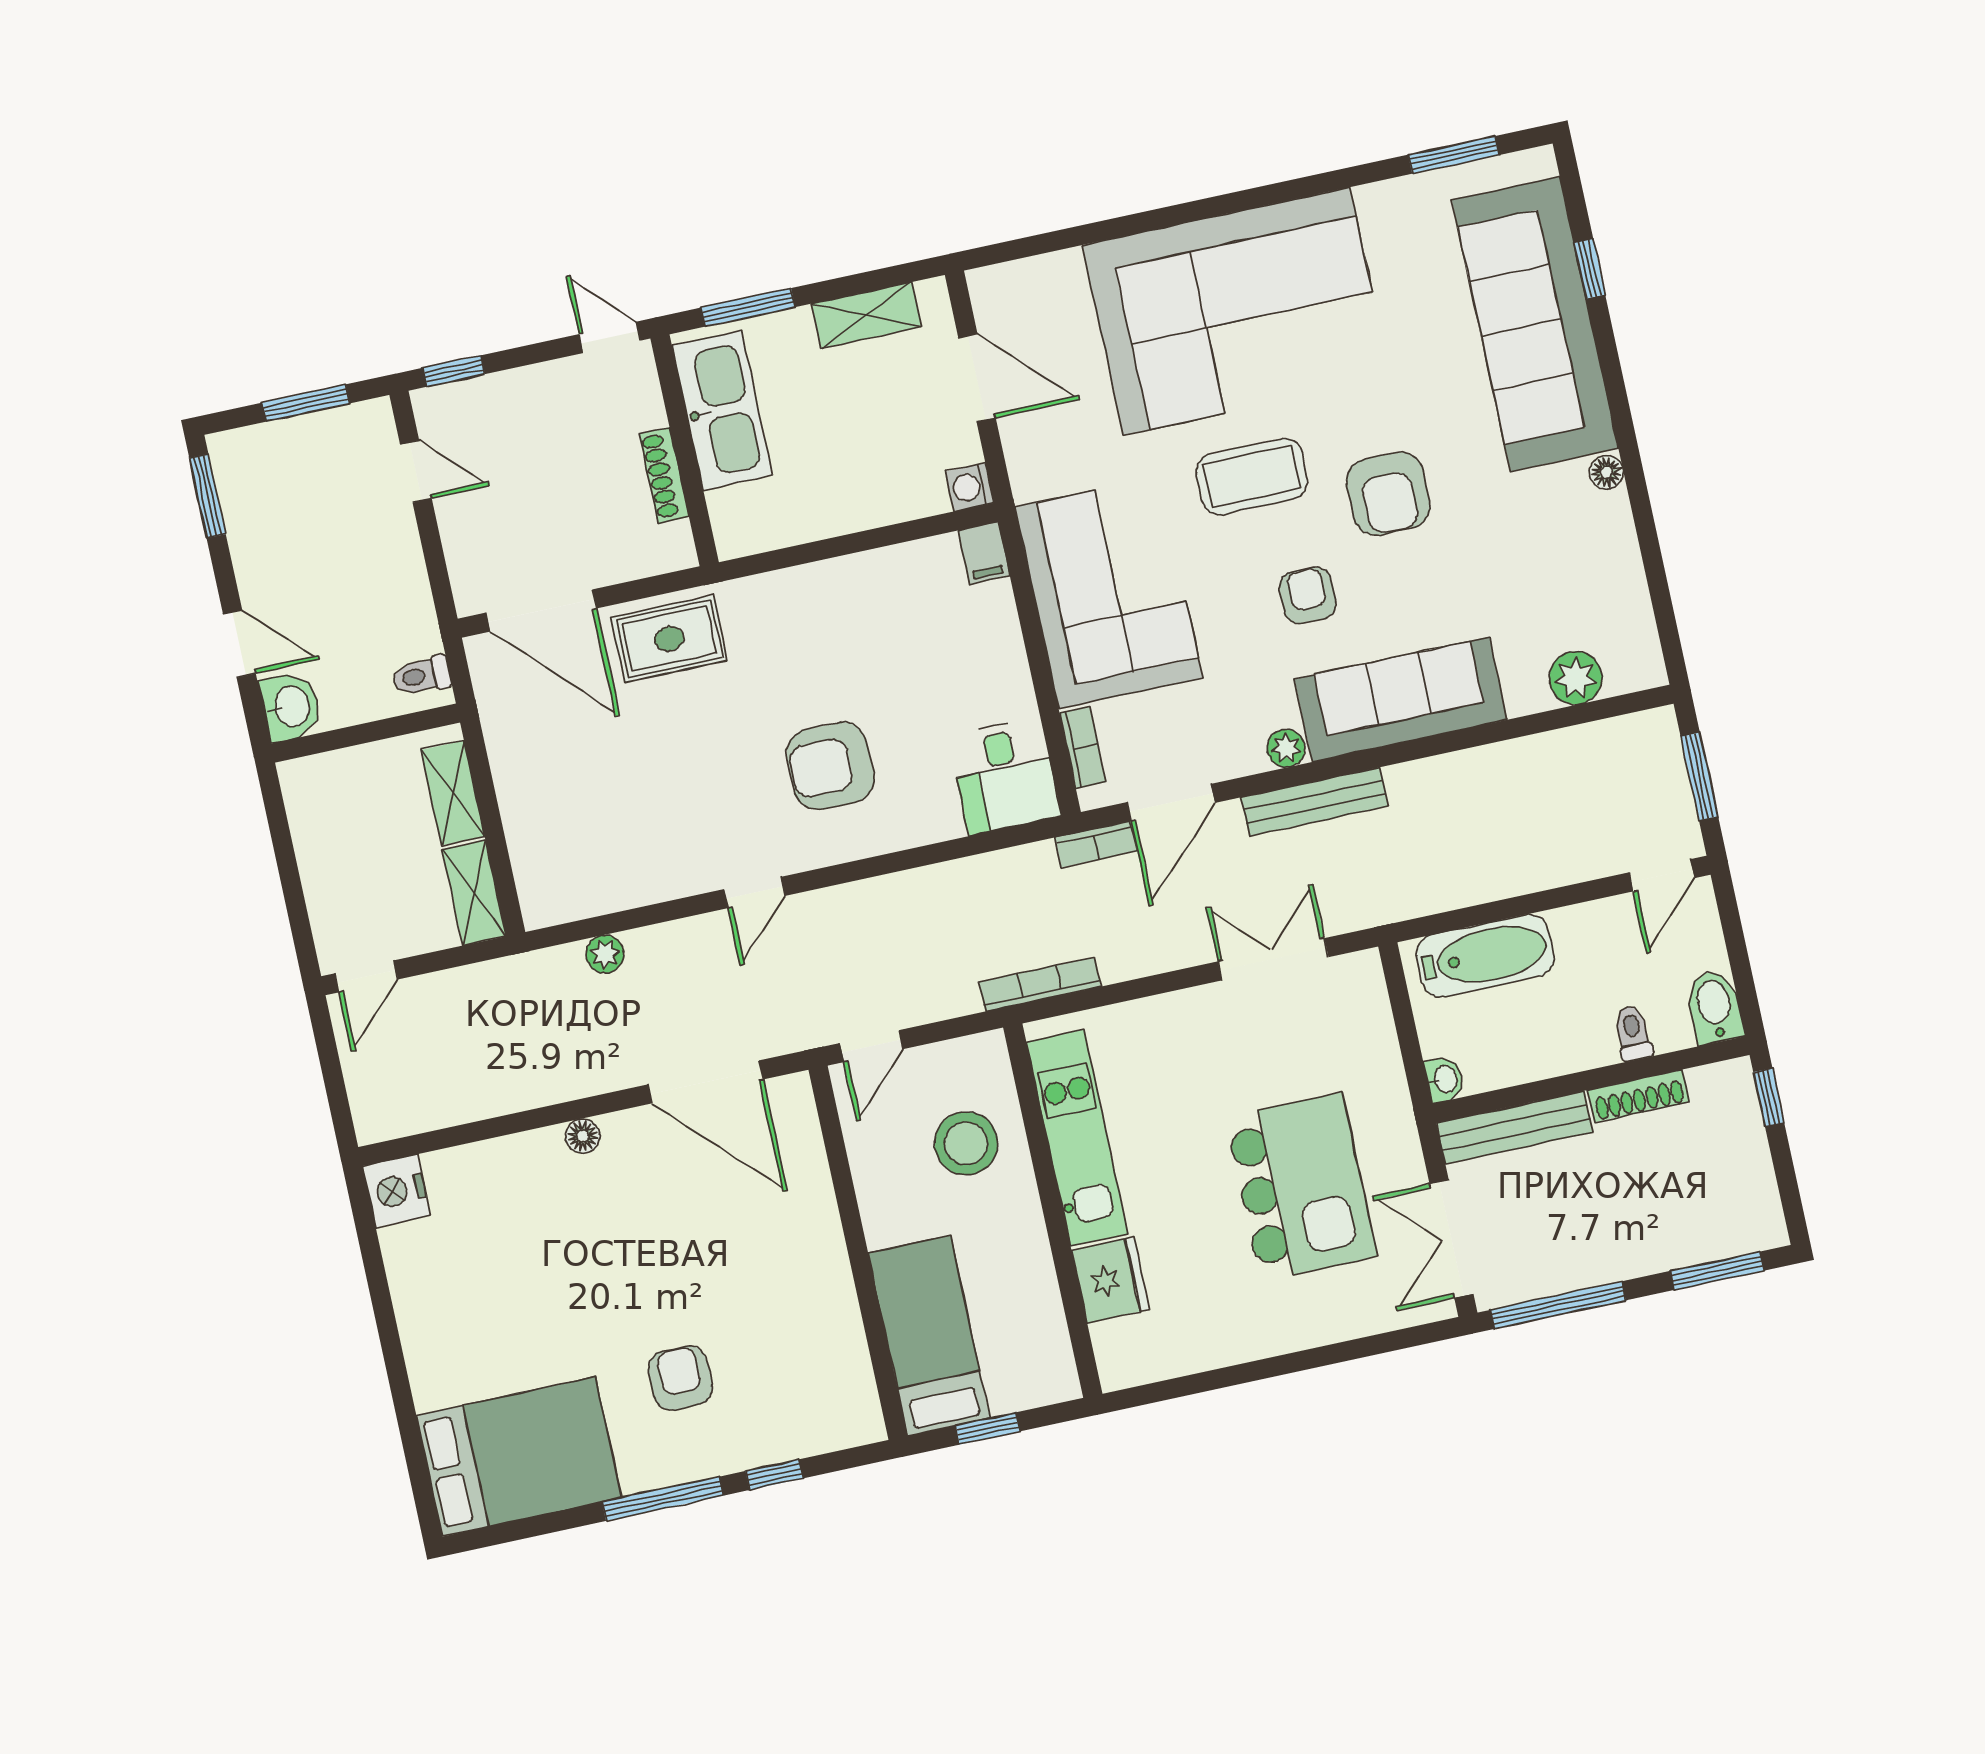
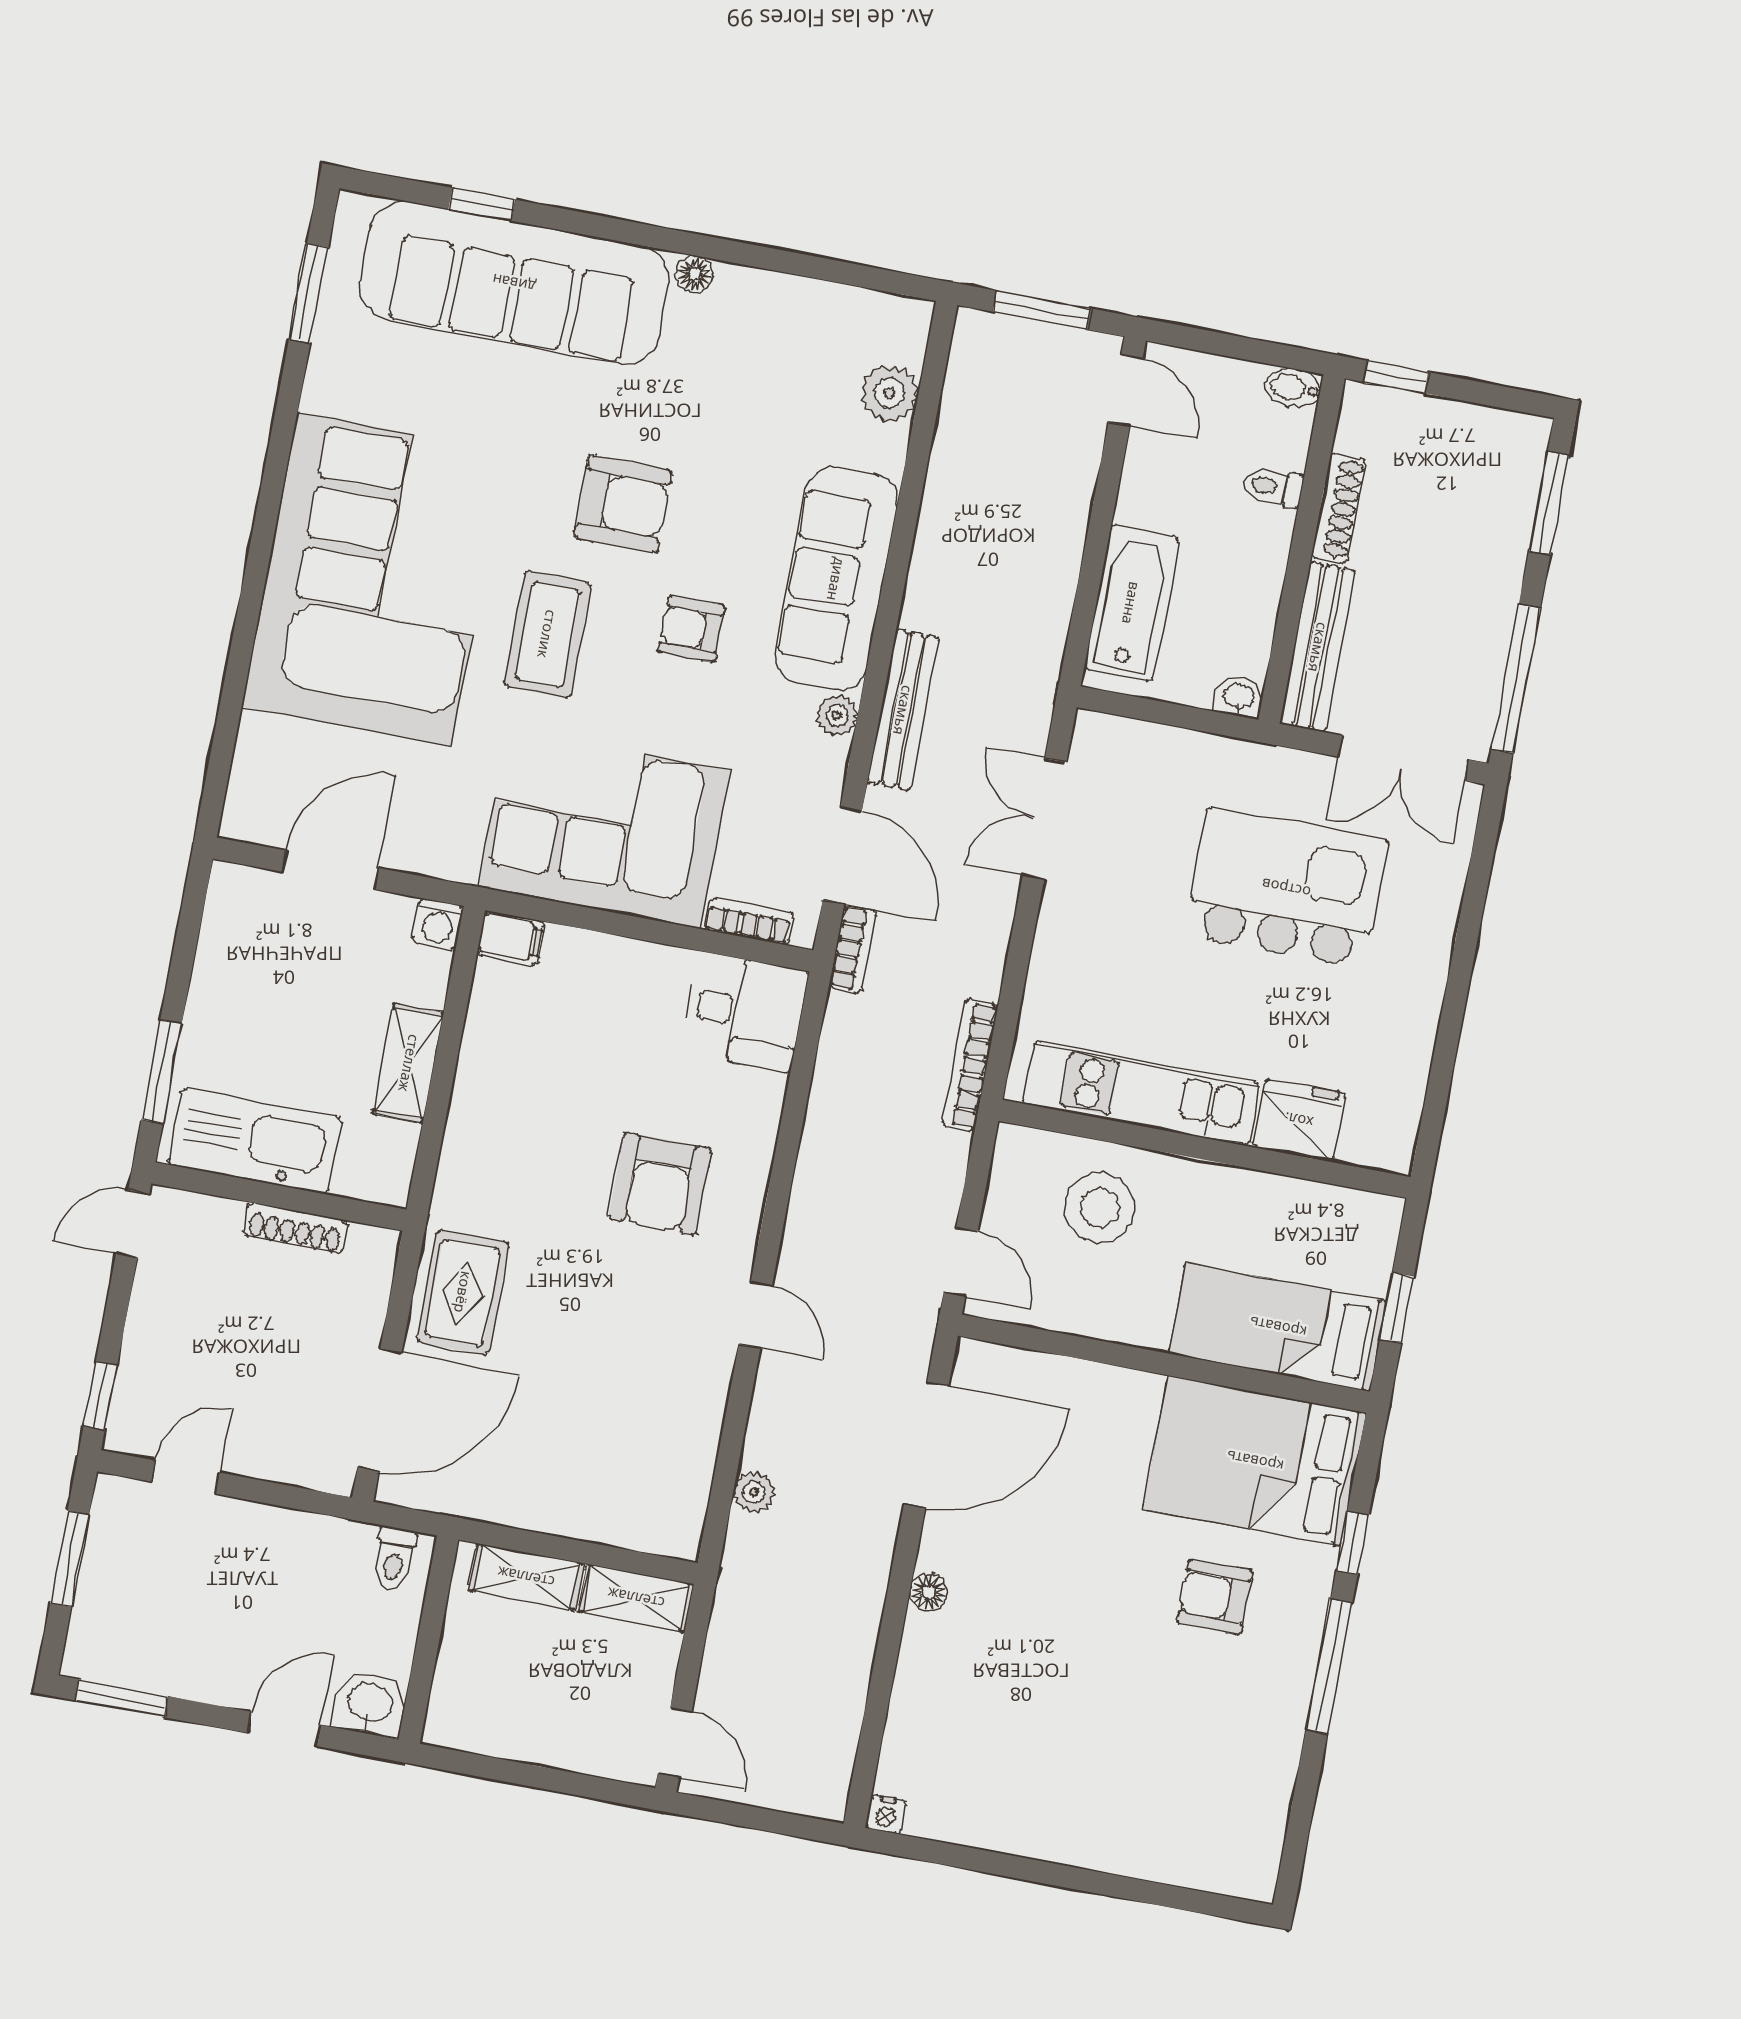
shelving: (867, 315) -> (409, 1063), moved
bidet: (1715, 1007) -> (1292, 388), width x0.72, depth x0.74
nightstand: (396, 1191) -> (886, 1814), width x0.53, depth x0.56
bed: (519, 1457) -> (1255, 1461), moved, turned -90

